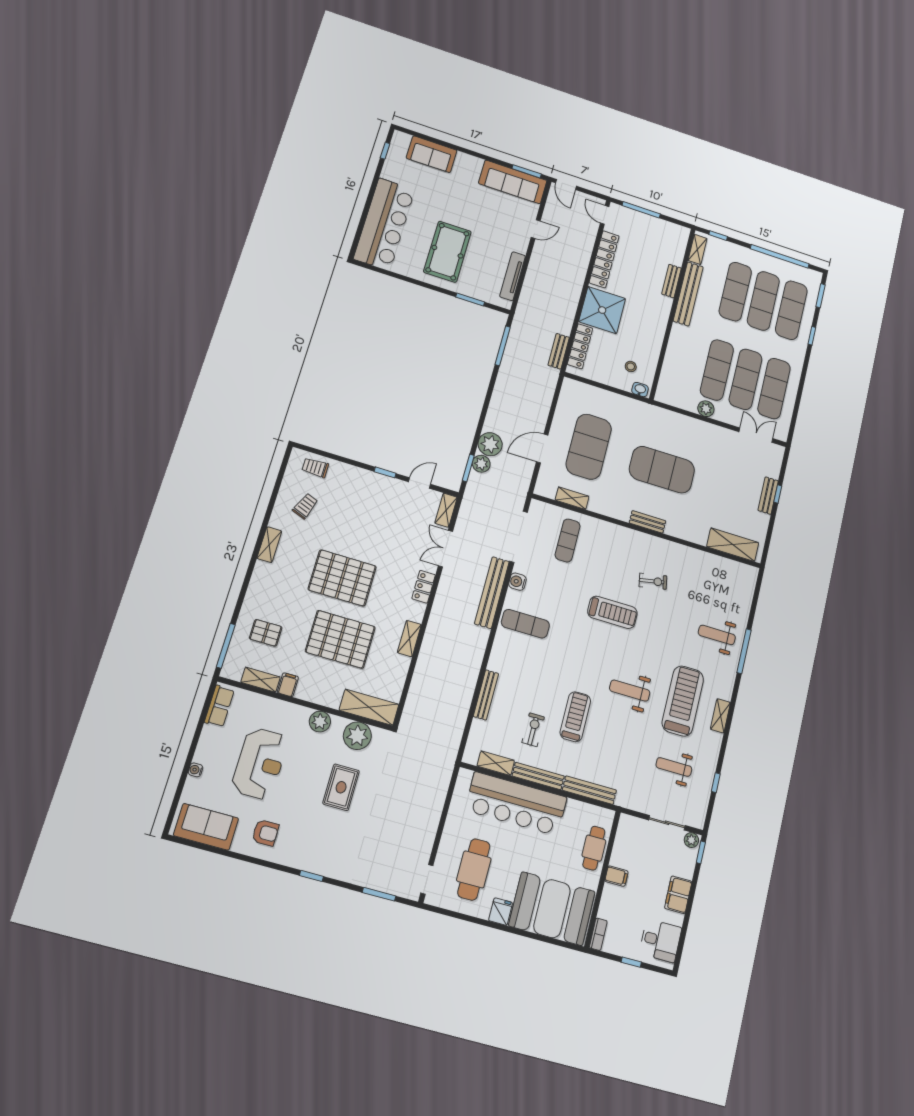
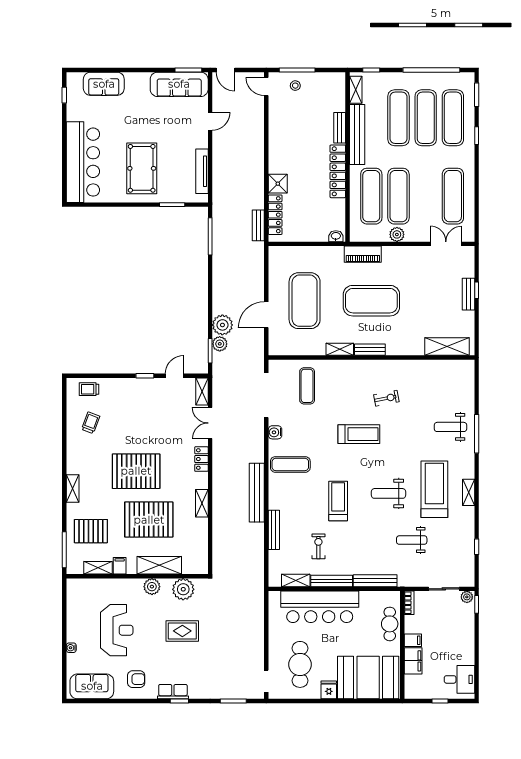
locker: (604, 259) -> (338, 171), moved, turned 180
shower: (602, 310) -> (278, 184), width x0.54, depth x0.54
stool: (631, 366) -> (295, 86), moved
exercise mat: (746, 379) -> (371, 196), moved
piano: (664, 418) -> (363, 254), added
shelving: (572, 498) -> (340, 349), moved
shelving: (269, 545) -> (73, 489), moved
bench: (492, 593) -> (257, 493), moved
pallet: (266, 633) -> (91, 531), width x1.50, depth x1.42
row of seats: (219, 706) -> (173, 692), moved, turned -90
shelving: (369, 707) -> (159, 565), moved
treadmill: (575, 717) -> (338, 501), moved
weight bench: (674, 767) -> (412, 540), moved
rug: (341, 787) -> (182, 631), turned 90
filing cabinet: (678, 895) -> (413, 661), moved, turned 180
bookcase: (598, 934) -> (409, 603), moved

